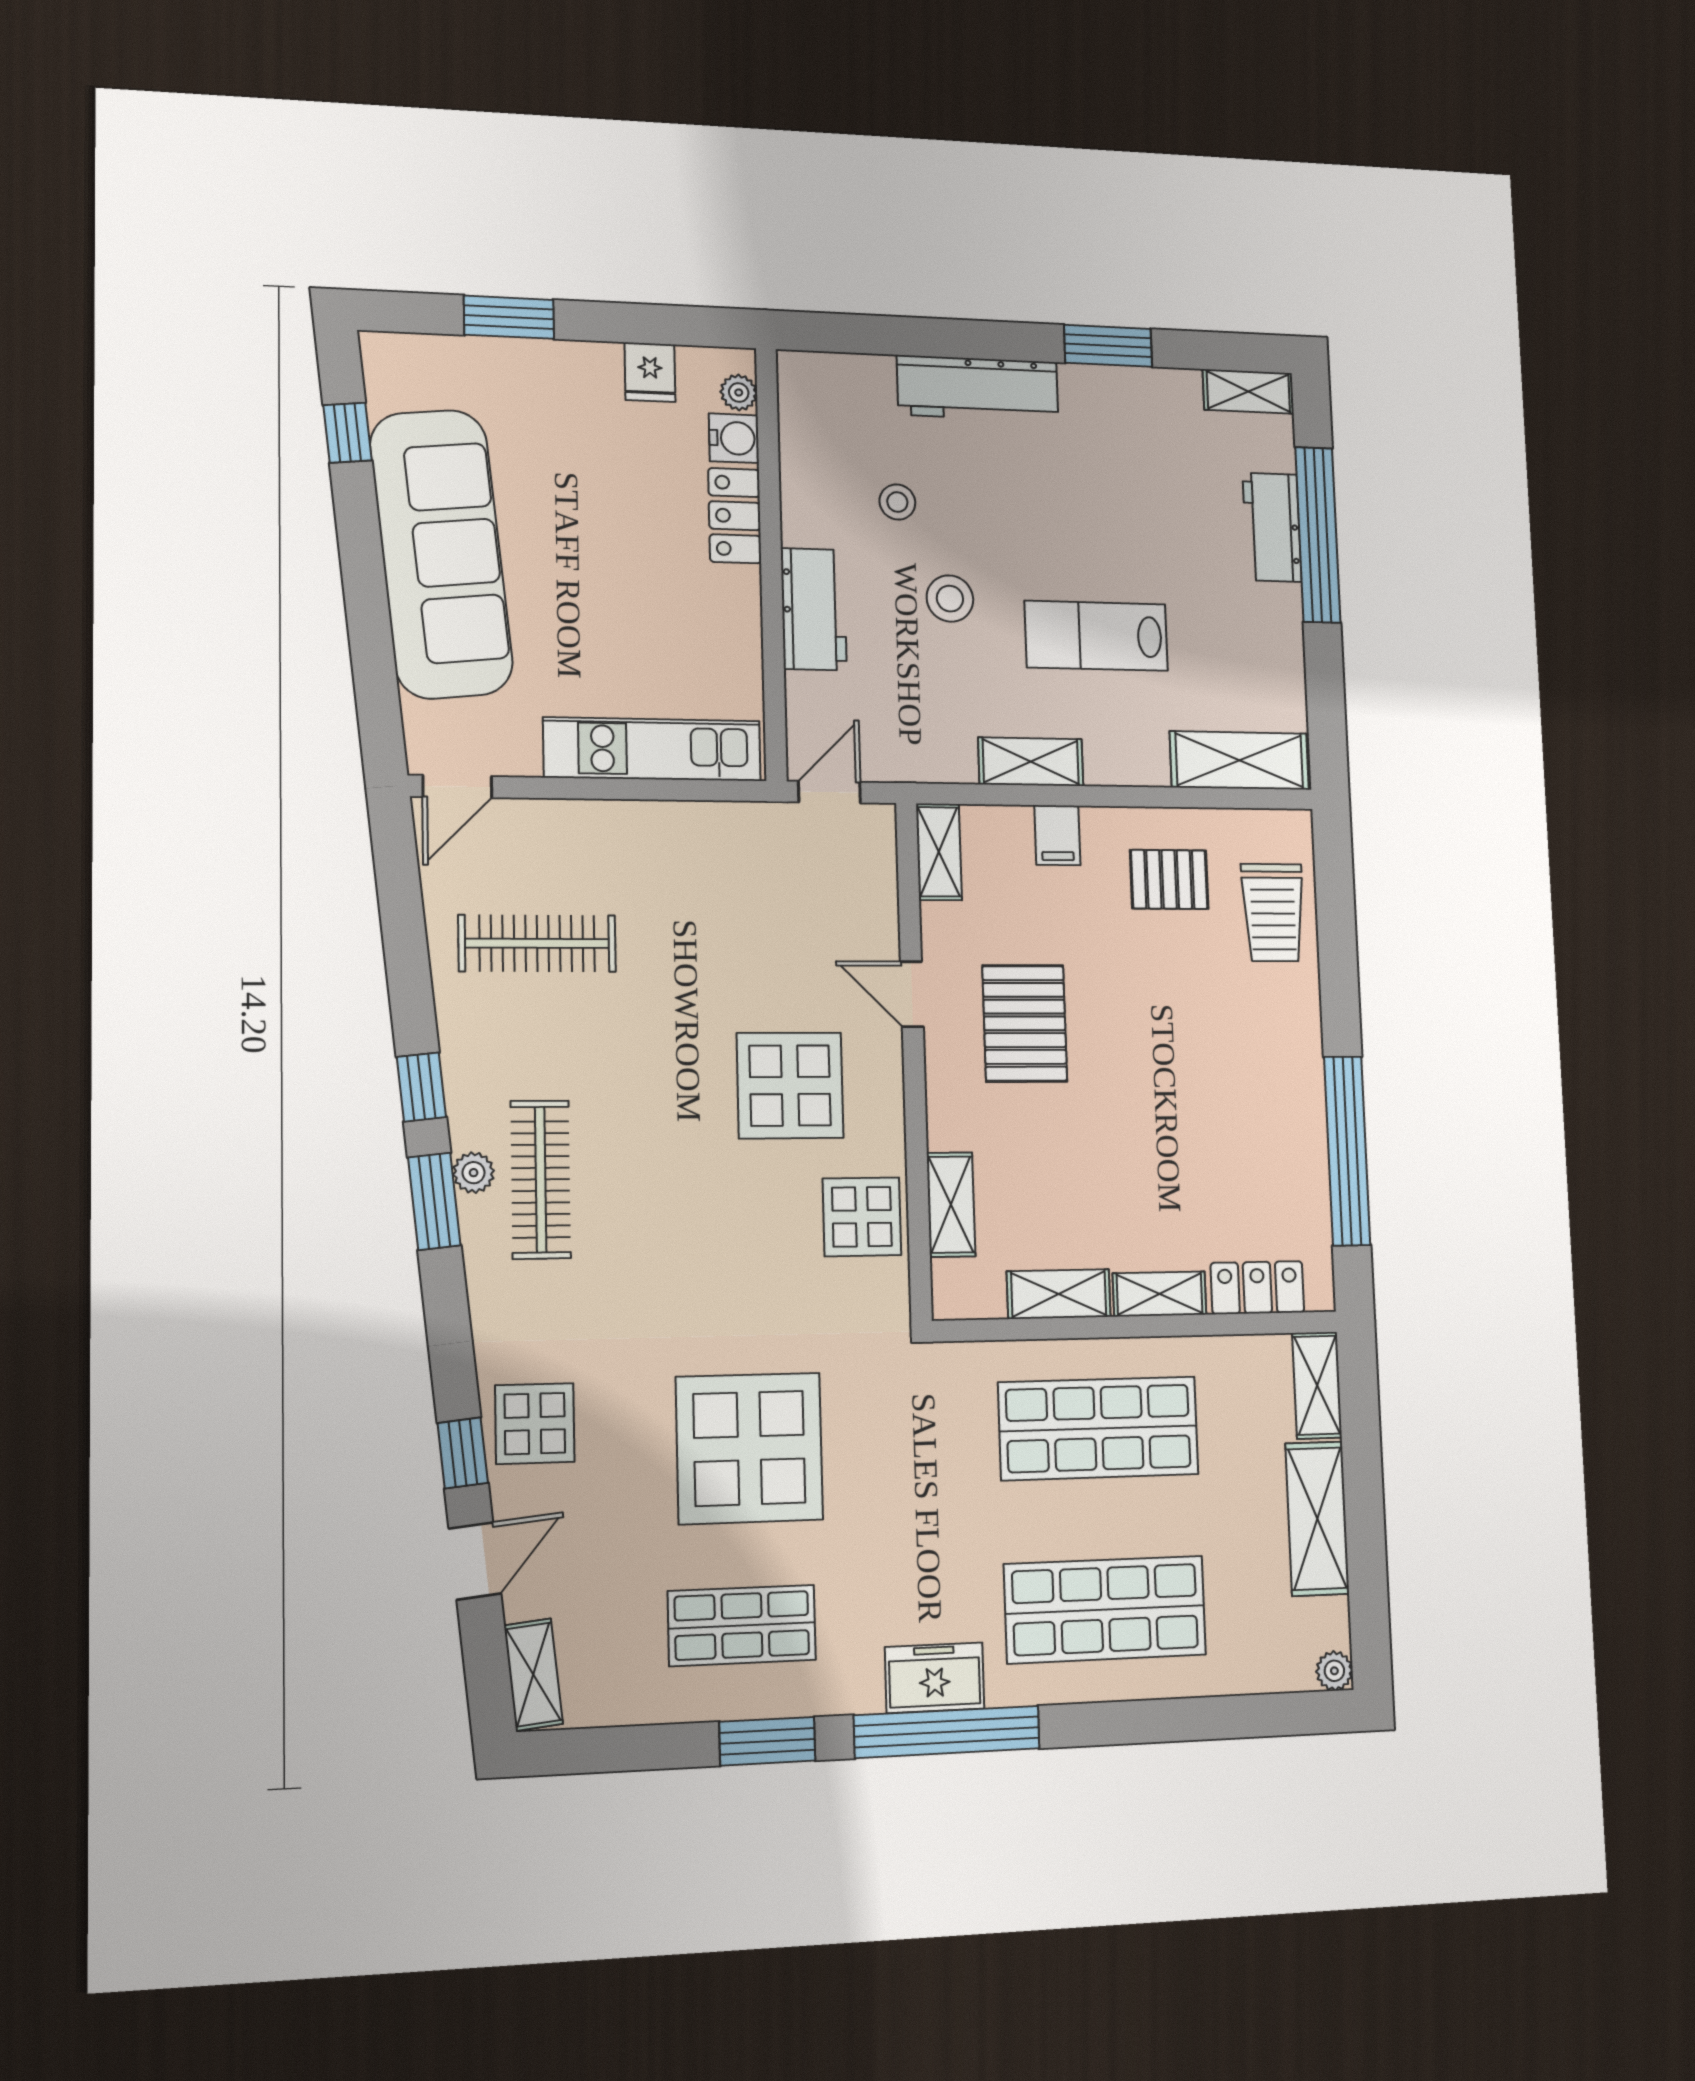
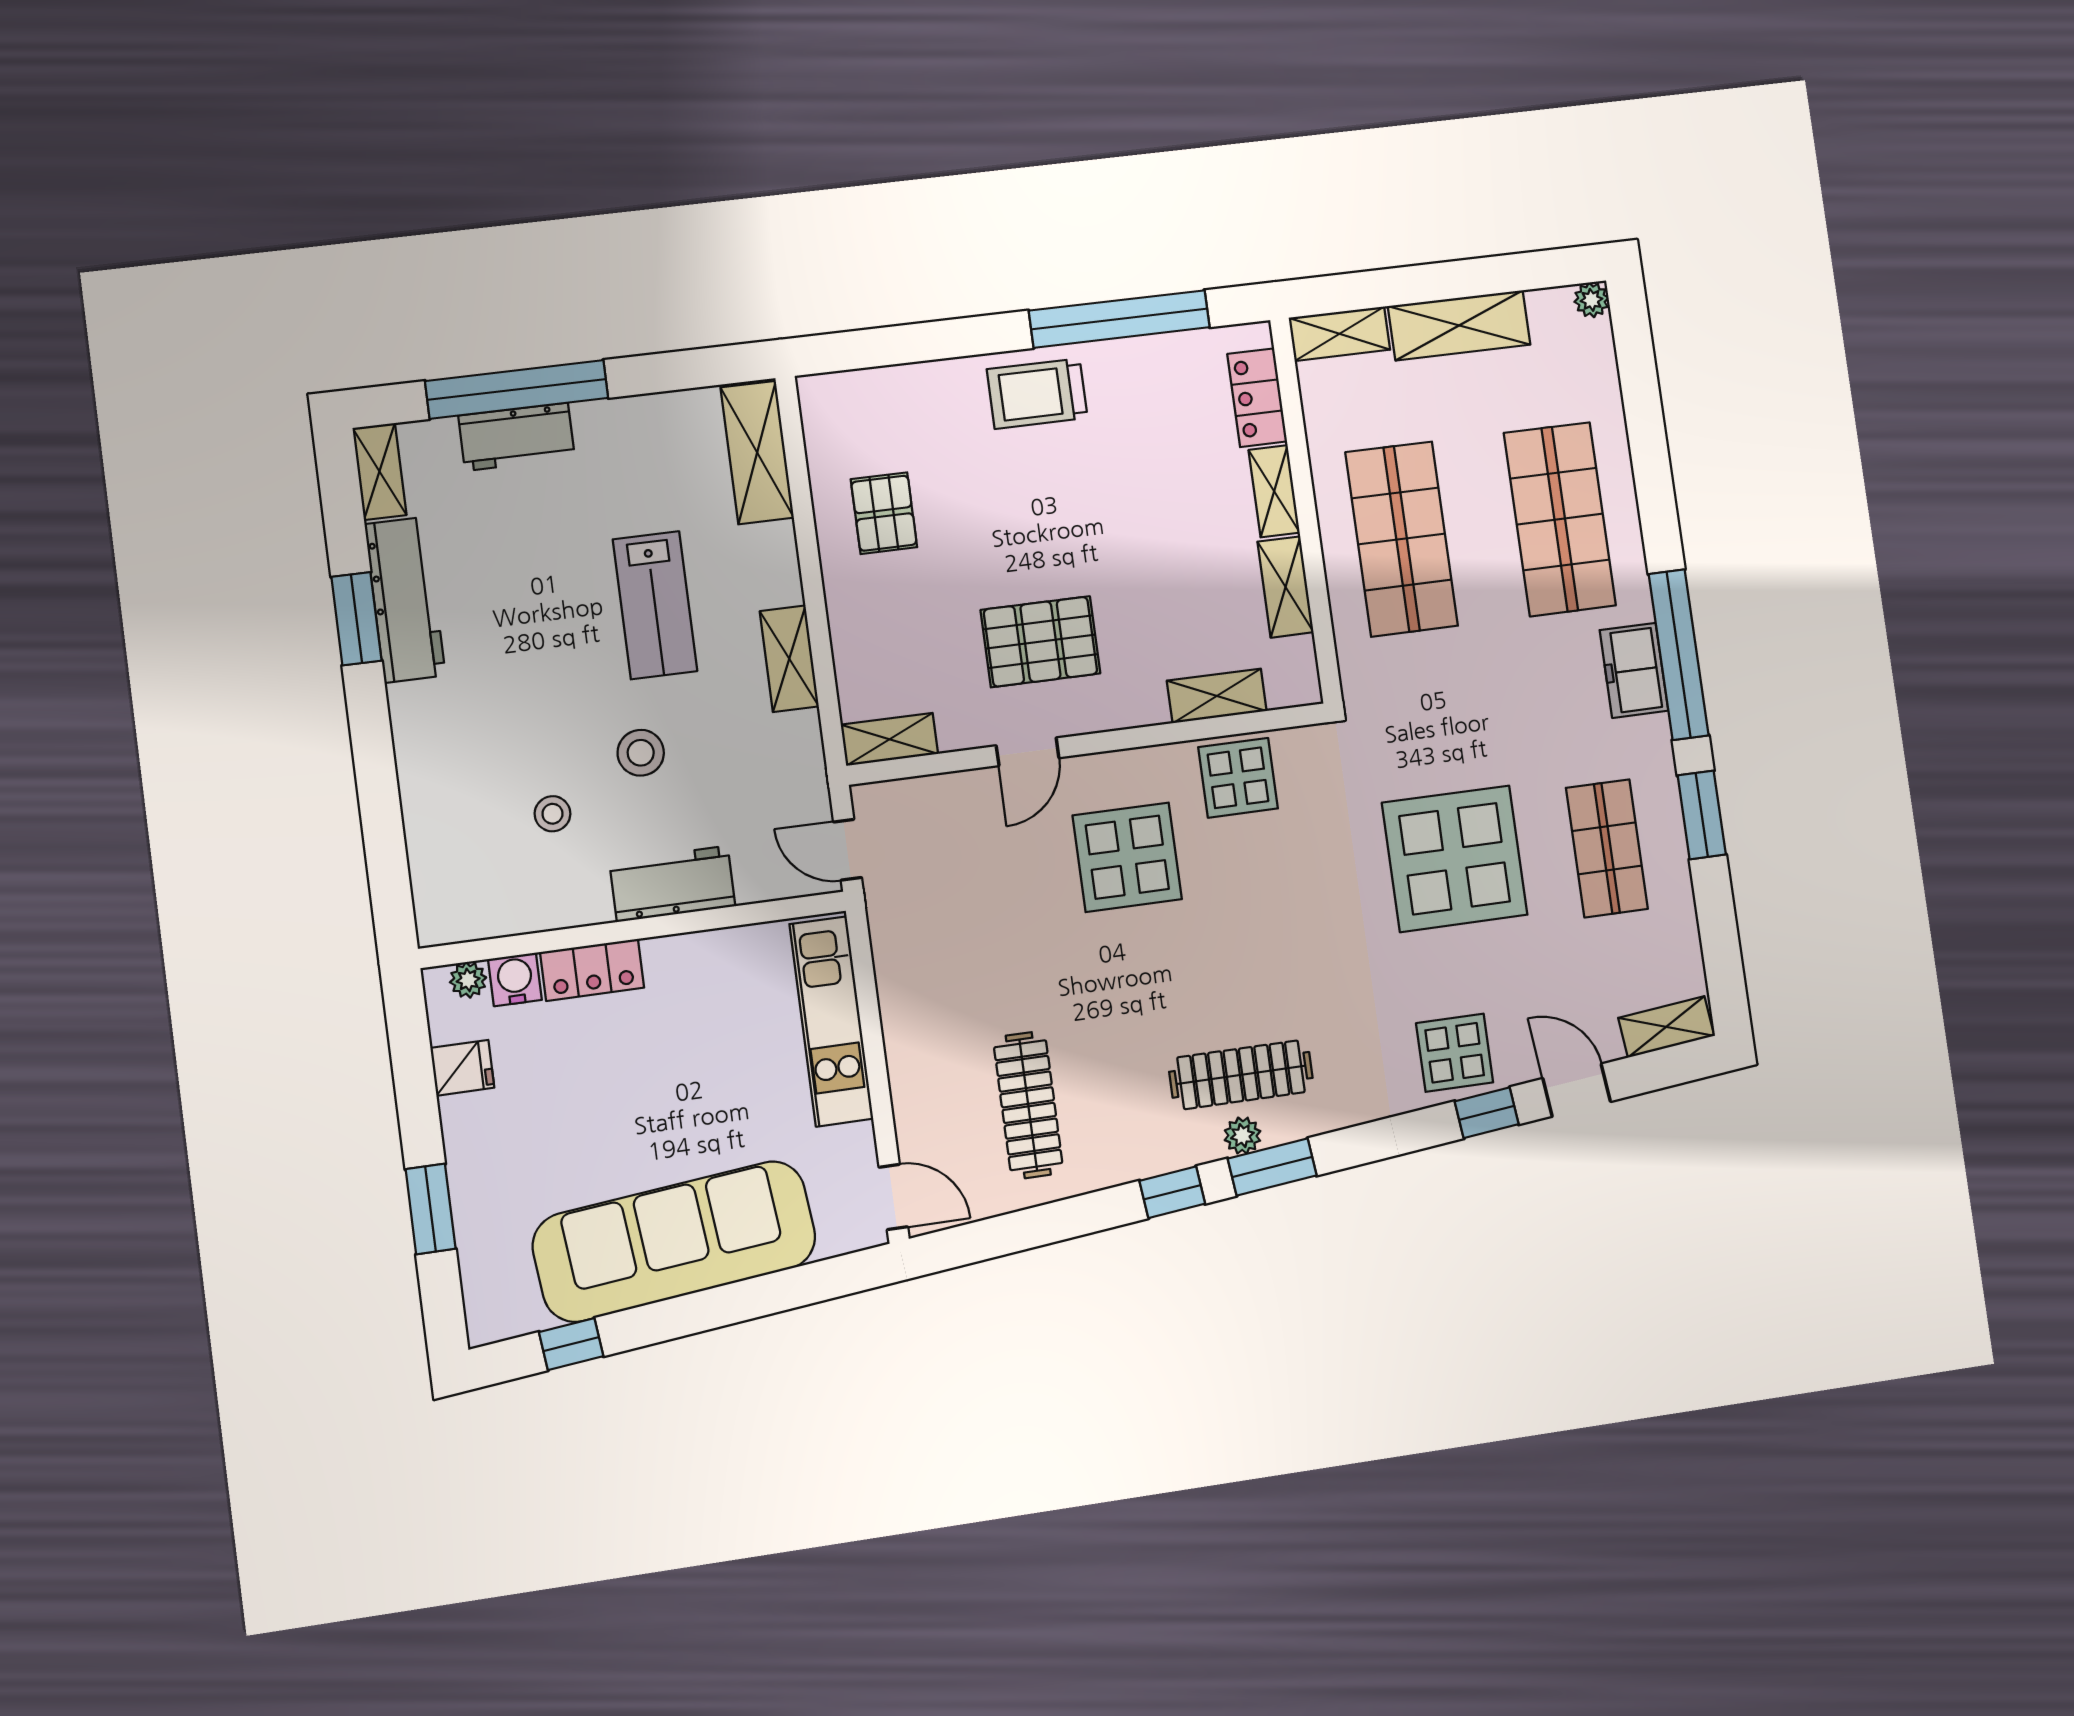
workbench: (978, 388) -> (405, 600), moved
filing cabinet: (1057, 835) -> (857, 626), removed
trolley: (1273, 913) -> (1037, 394), moved, turned 180

